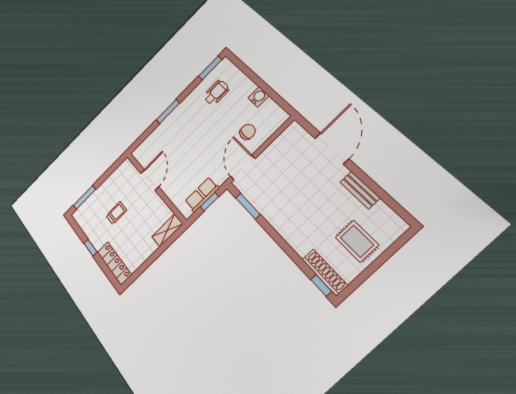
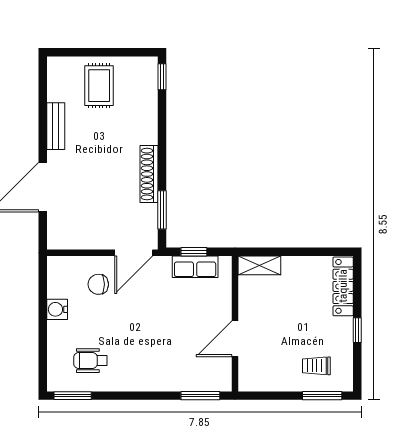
window: (168, 112) -> (200, 396), moved
trolley: (116, 213) -> (316, 366), moved
shoe rack: (325, 272) -> (149, 174), moved

